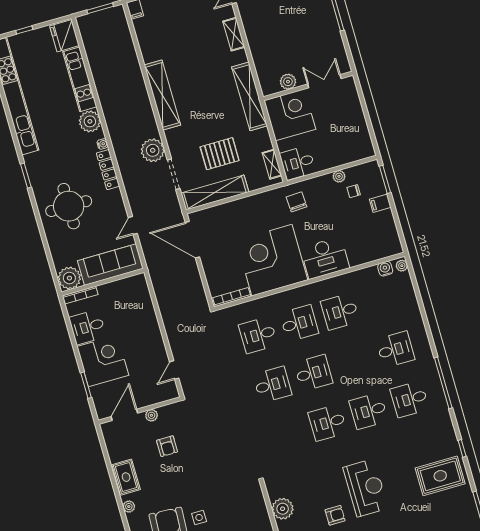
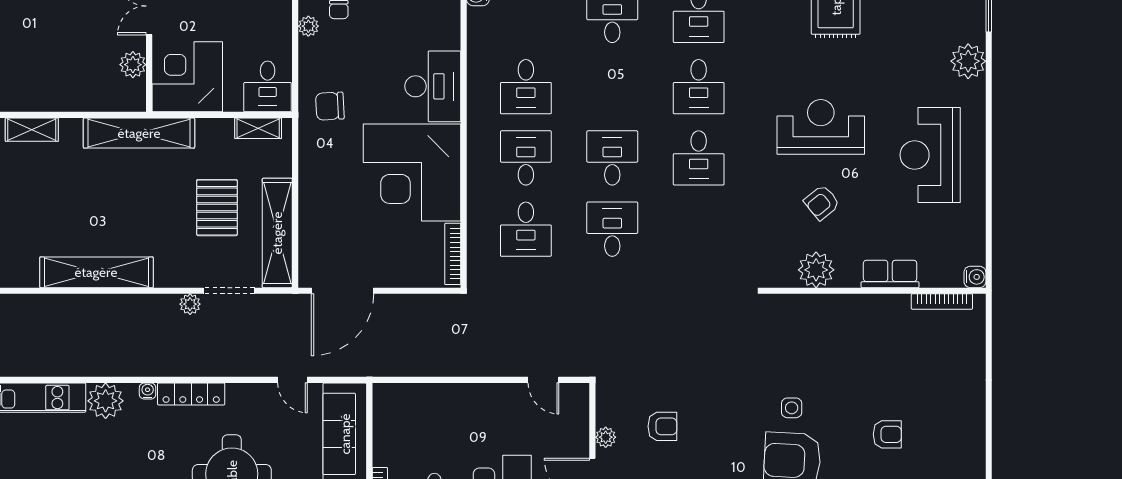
plant: (153, 150) -> (190, 304), width x0.53, depth x0.53
armchair: (335, 515) -> (822, 202), moved, turned -129

